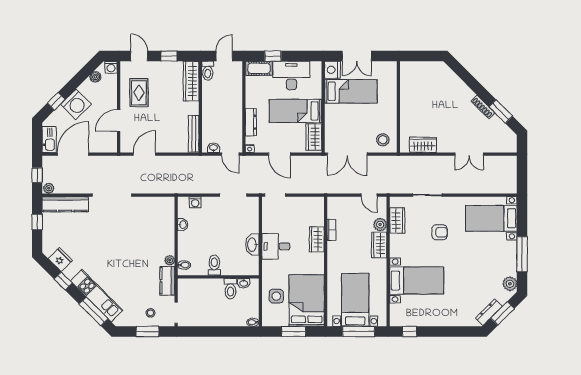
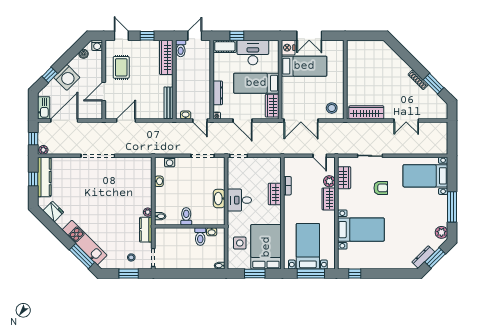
wardrobe: (423, 145) -> (366, 112), width x1.50
kitchen counter: (65, 204) -> (44, 177), moved, turned -90
window: (63, 281) -> (56, 230), removed

